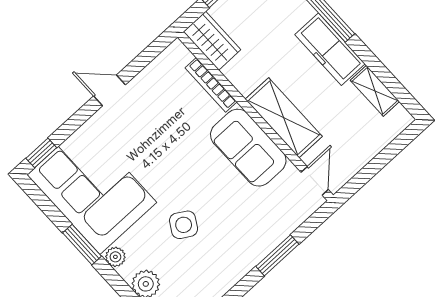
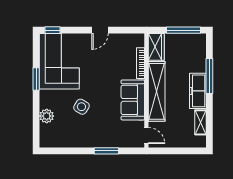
door: (110, 90) -> (100, 30), swing flipped
shelving: (284, 118) -> (157, 91), width x1.47
door: (315, 181) -> (146, 136), hinge flipped
plant: (115, 257) -> (45, 95), removed

